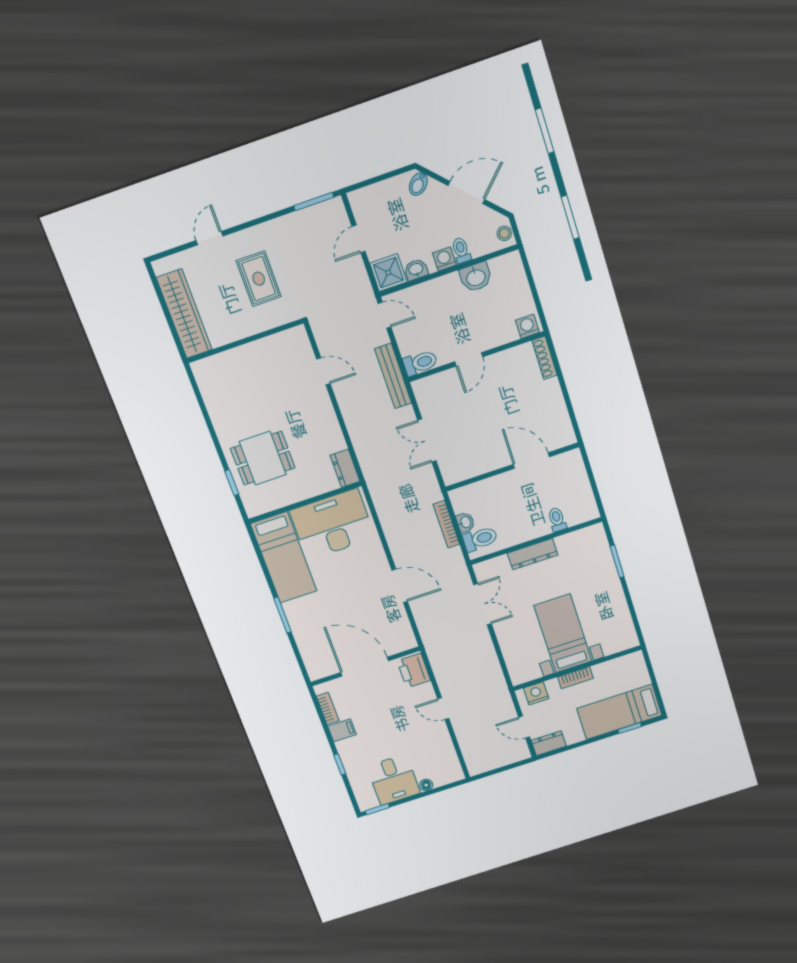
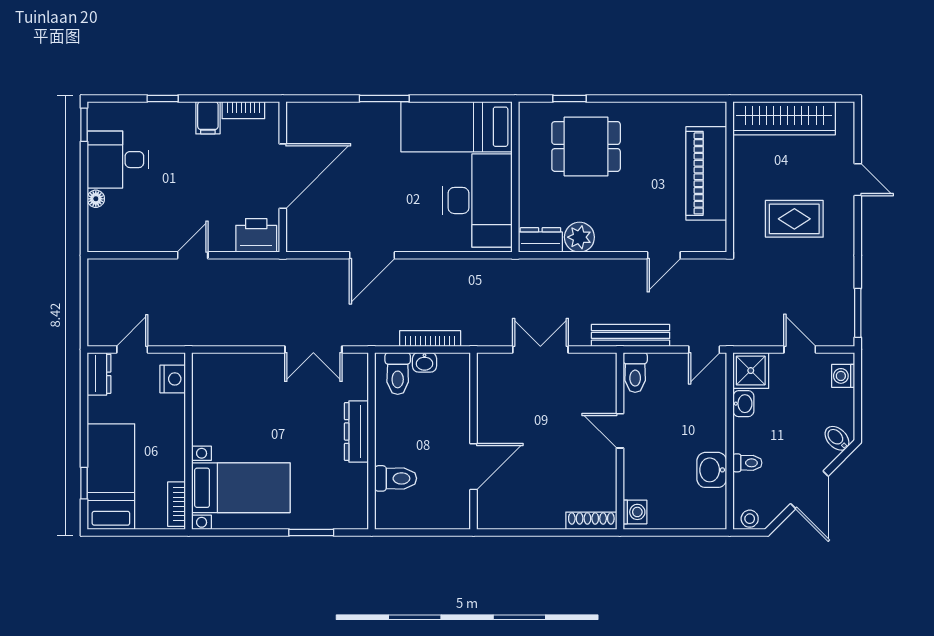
washing machine: (444, 259) -> (843, 376), moved, turned 180
piano: (249, 360) -> (706, 173), added
plant: (333, 440) -> (579, 237), added
dining table: (263, 458) -> (586, 146), turned 90
toilet: (557, 520) -> (396, 478), width x1.37, depth x1.39
bed with nightstands: (563, 633) -> (241, 488), moved
bookcase: (575, 678) -> (177, 504), moved

